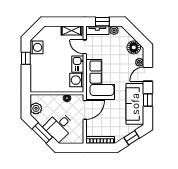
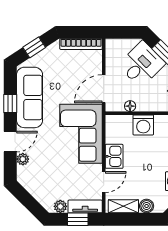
boiler: (56, 31) -> (147, 206), added
door: (85, 47) -> (104, 182), hinge flipped
floor lamp: (134, 47) -> (31, 181), removed
washing machine: (77, 80) -> (143, 125), moved, turned 90

